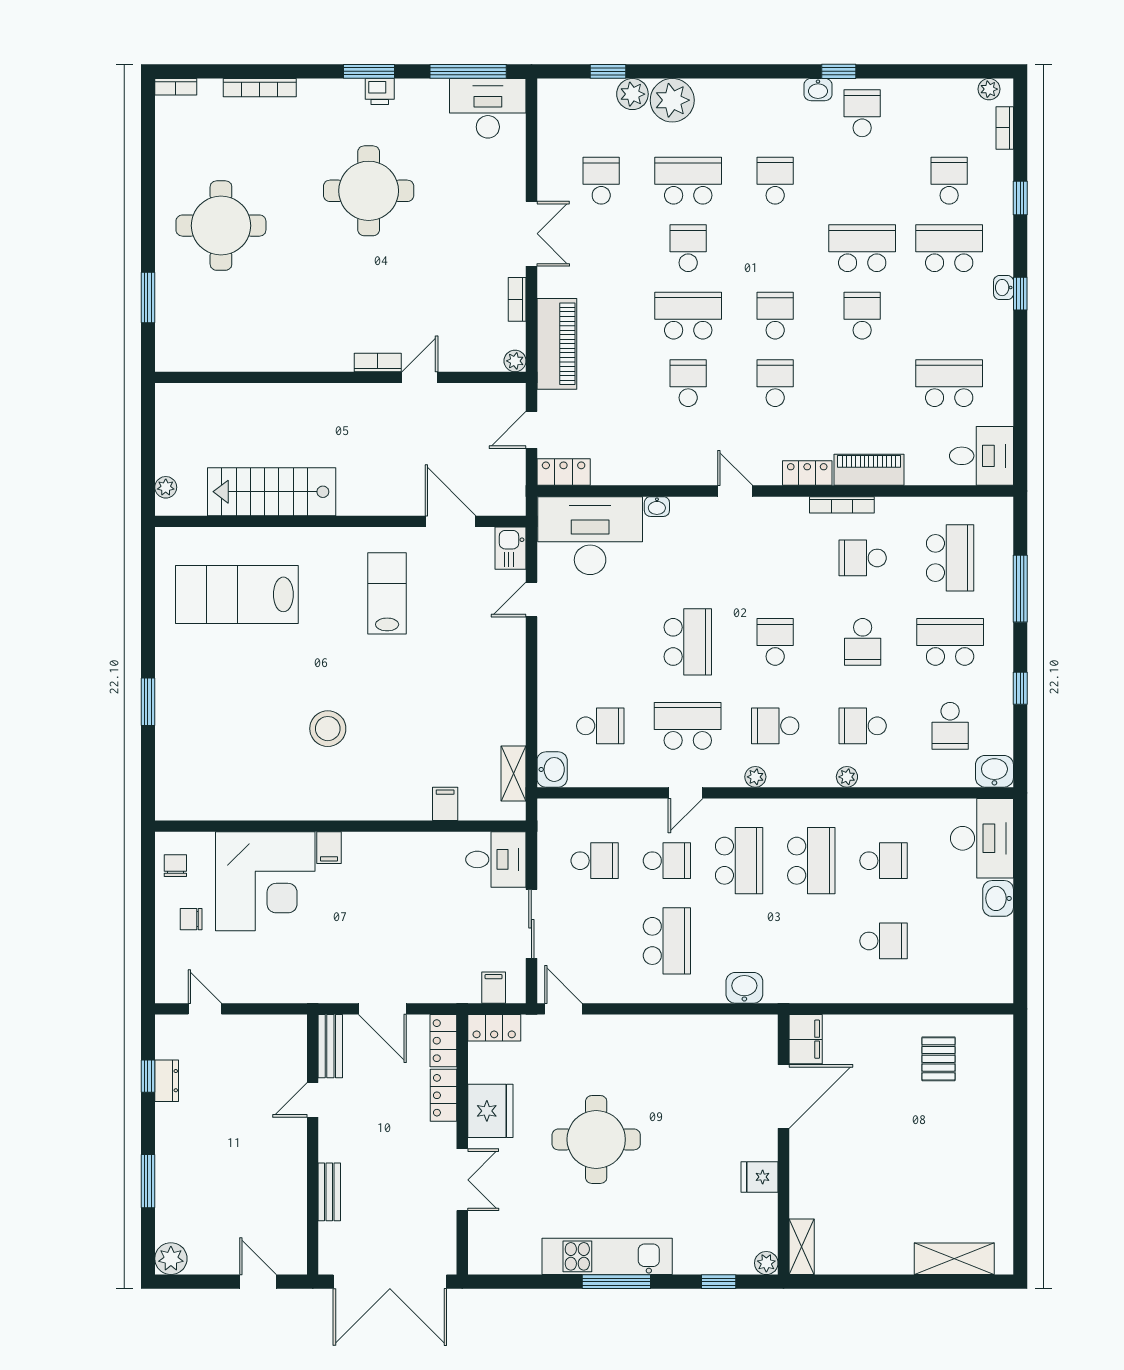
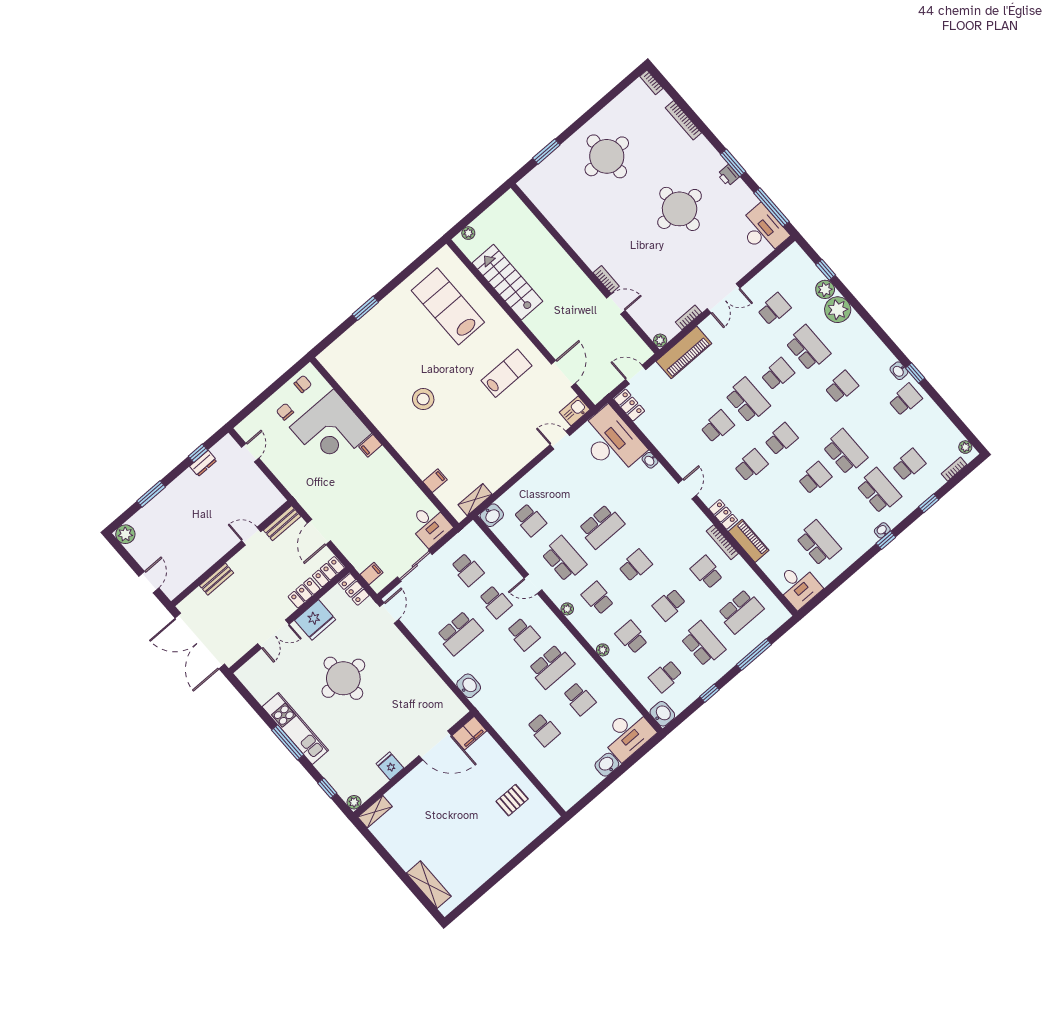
school desk: (739, 861) -> (523, 634), width x0.54

